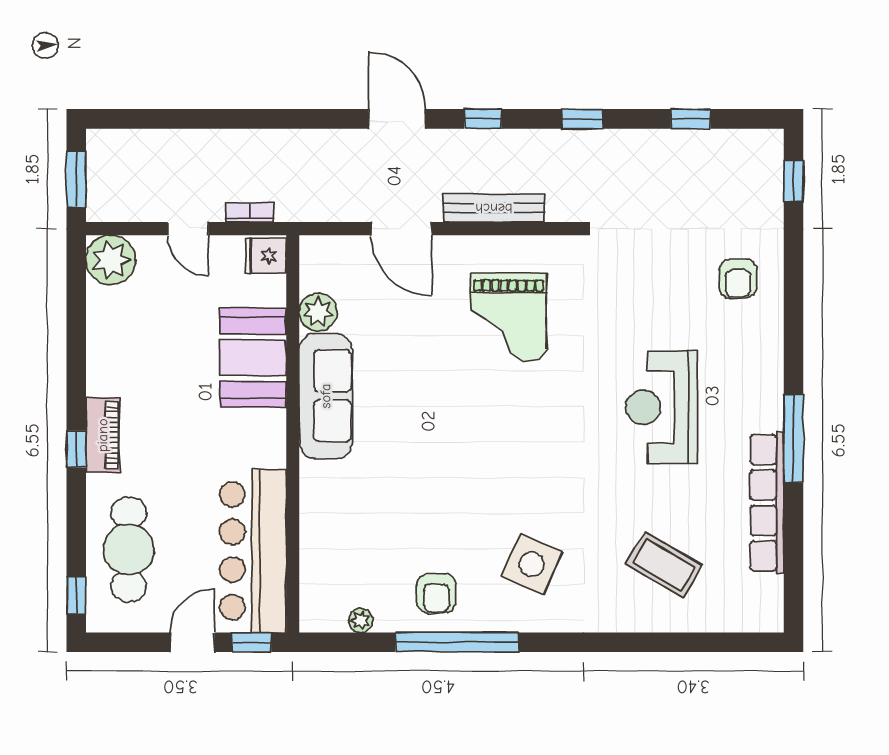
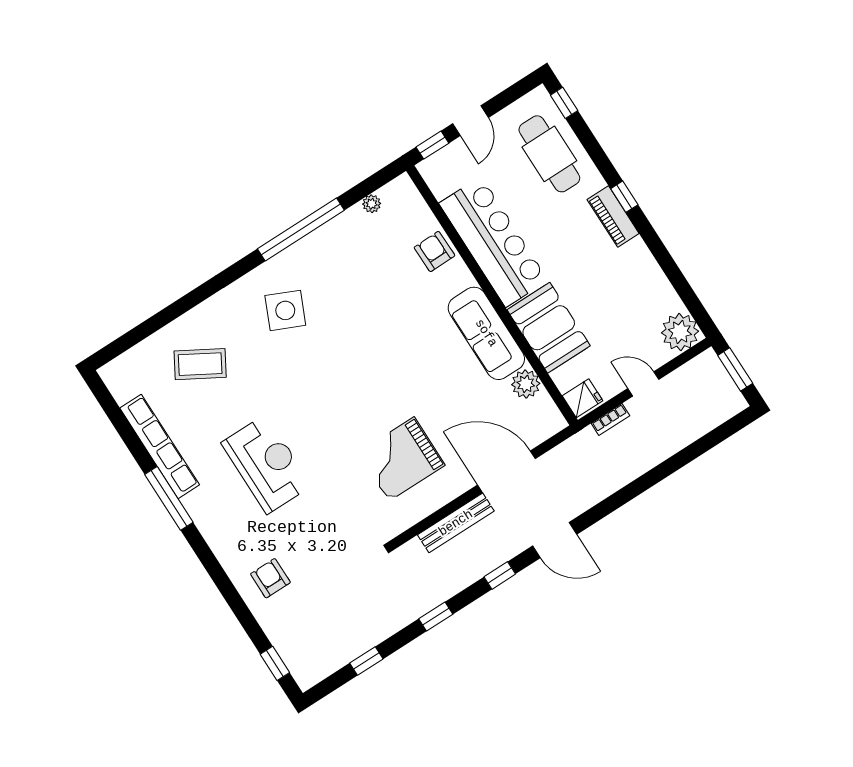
door: (402, 229) -> (506, 472), width x1.36
grand piano: (509, 317) -> (402, 459), turned -90
bar counter: (253, 551) -> (493, 242), moved
armchair: (436, 593) -> (434, 251), moved

